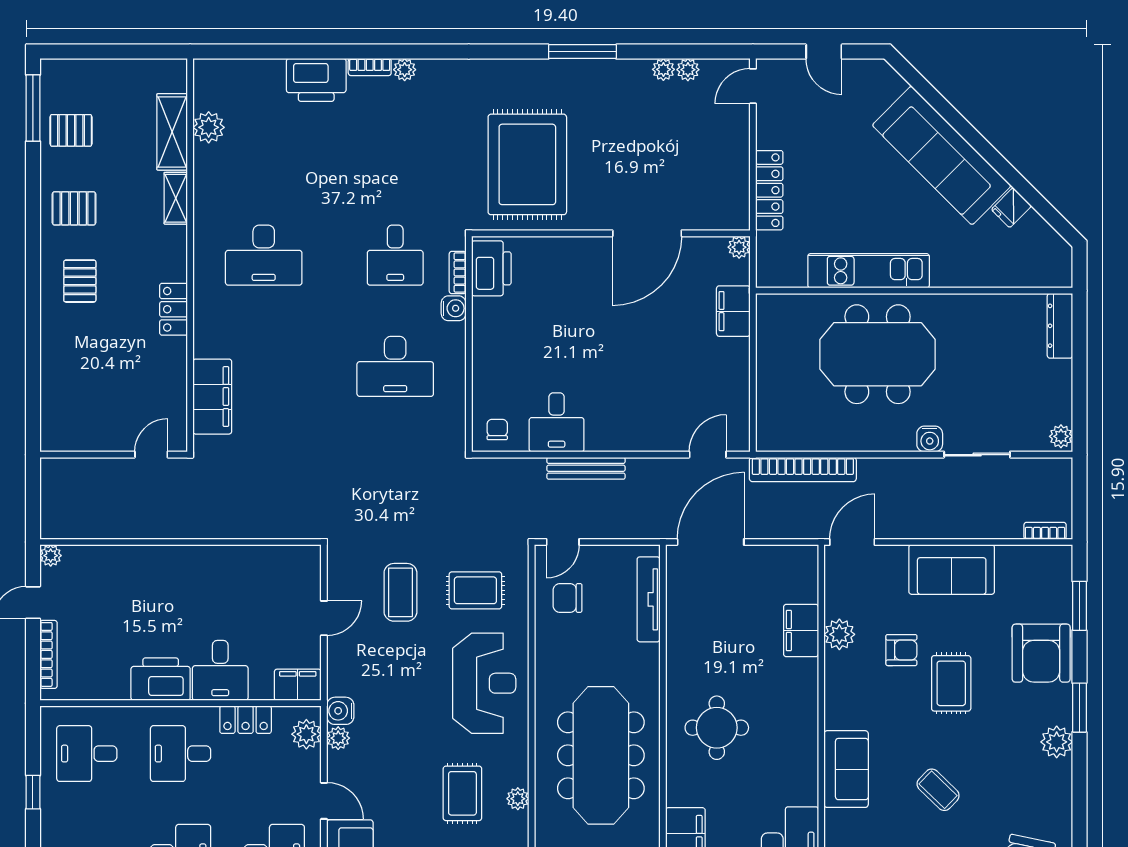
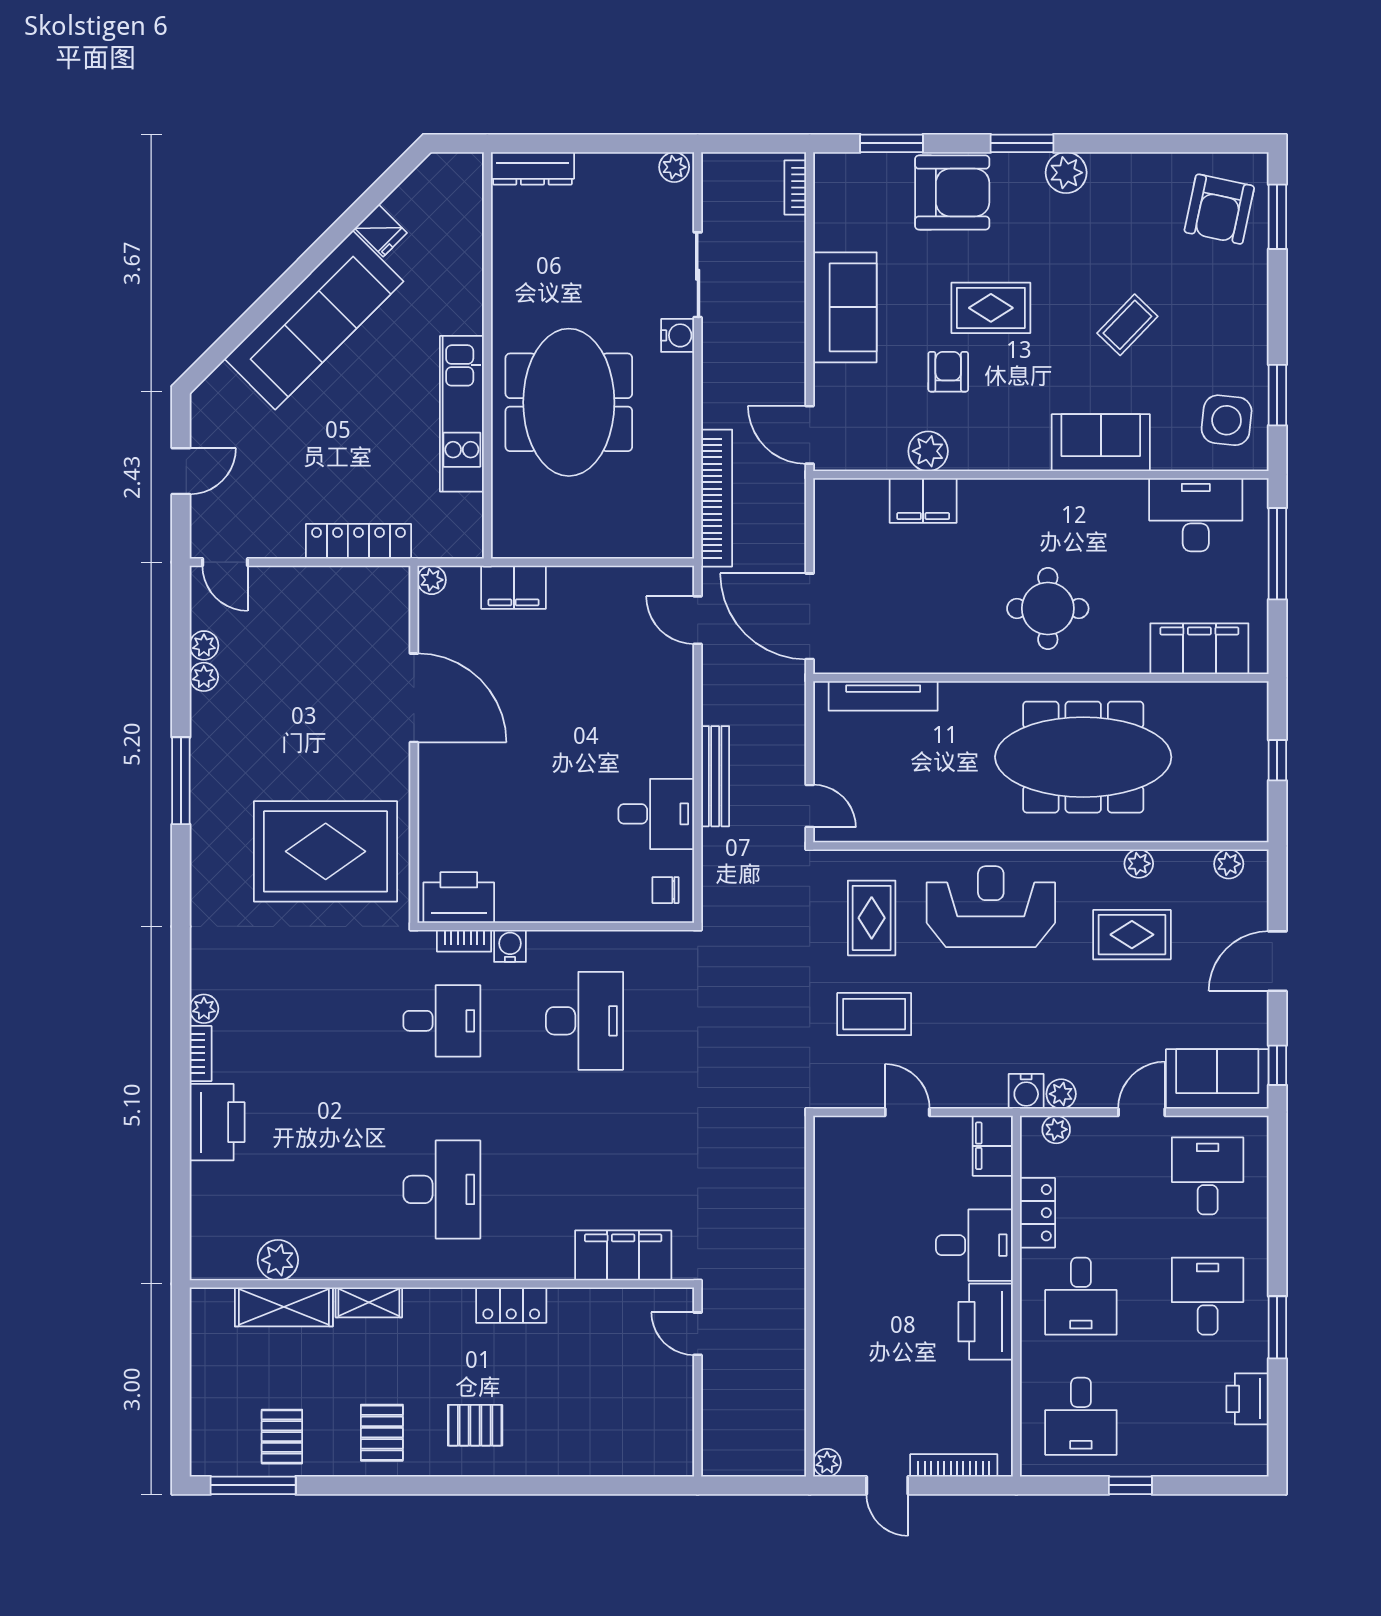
chair: (567, 598) -> (881, 800), removed
plant: (306, 734) -> (1056, 1129), width x0.73, depth x0.73

